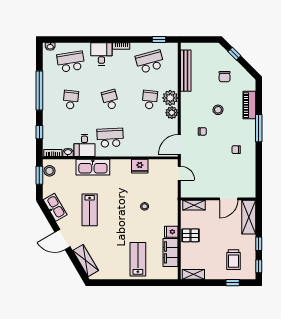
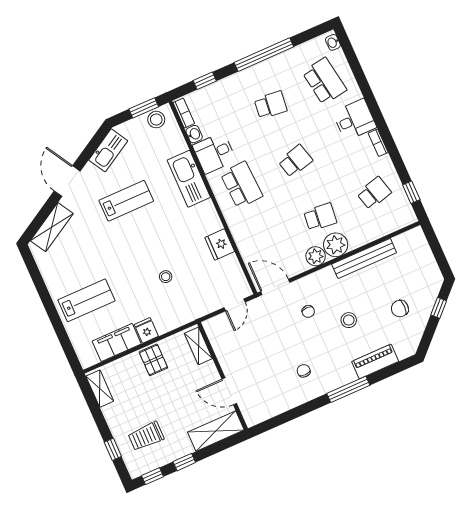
school desk: (150, 62) -> (374, 193), width x0.54
bench: (186, 71) -> (364, 258), moved
lab bench: (90, 210) -> (126, 201), turned 180

